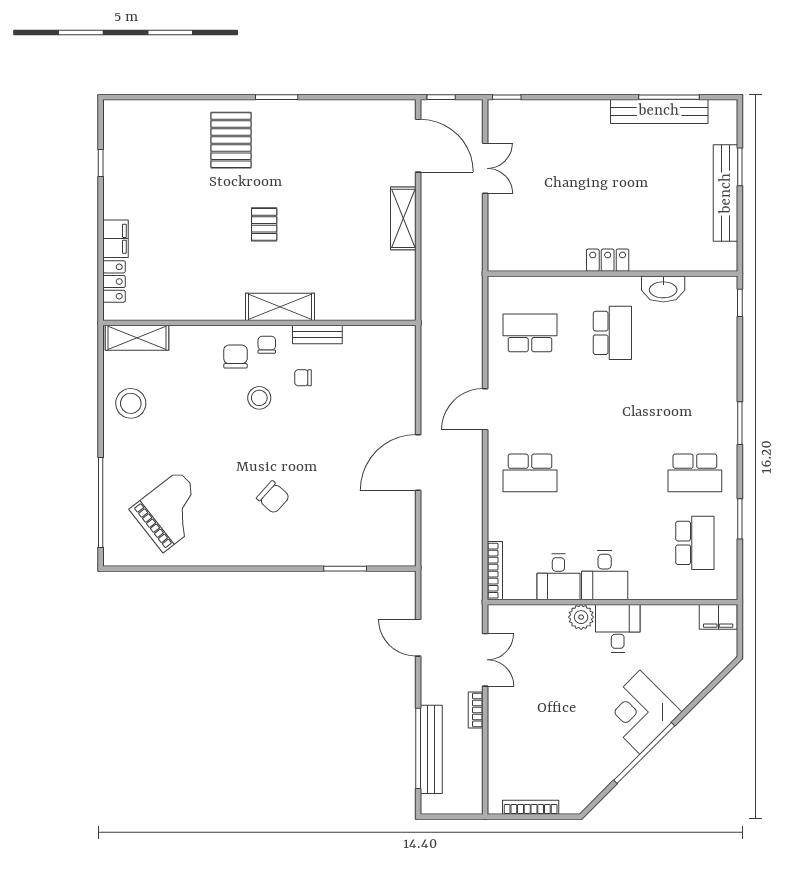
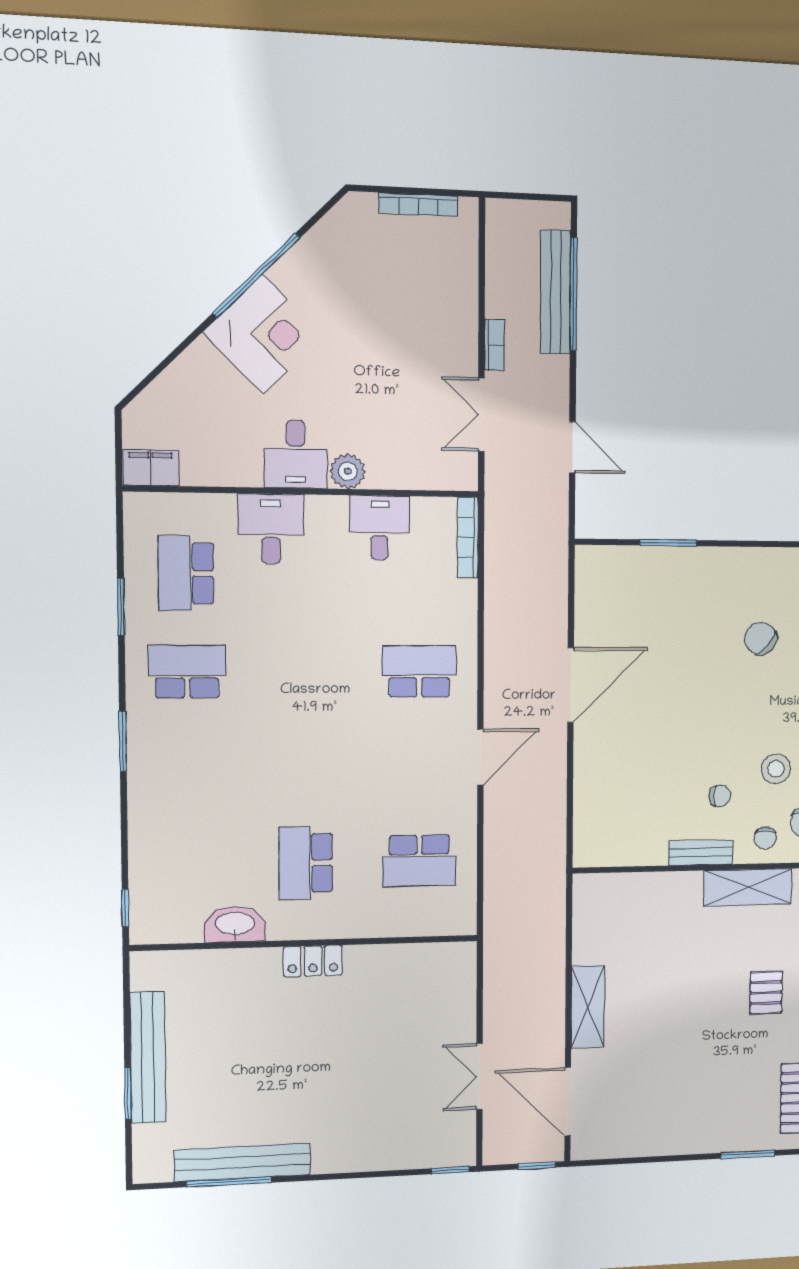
desk: (605, 575) -> (271, 529), moved

